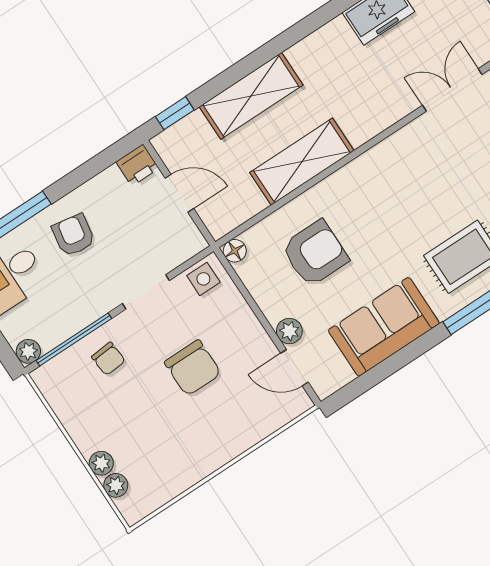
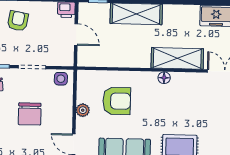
shelving: (302, 162) -> (177, 58), moved
floor lamp: (235, 251) -> (164, 78), moved
plant: (289, 331) -> (83, 110), moved

